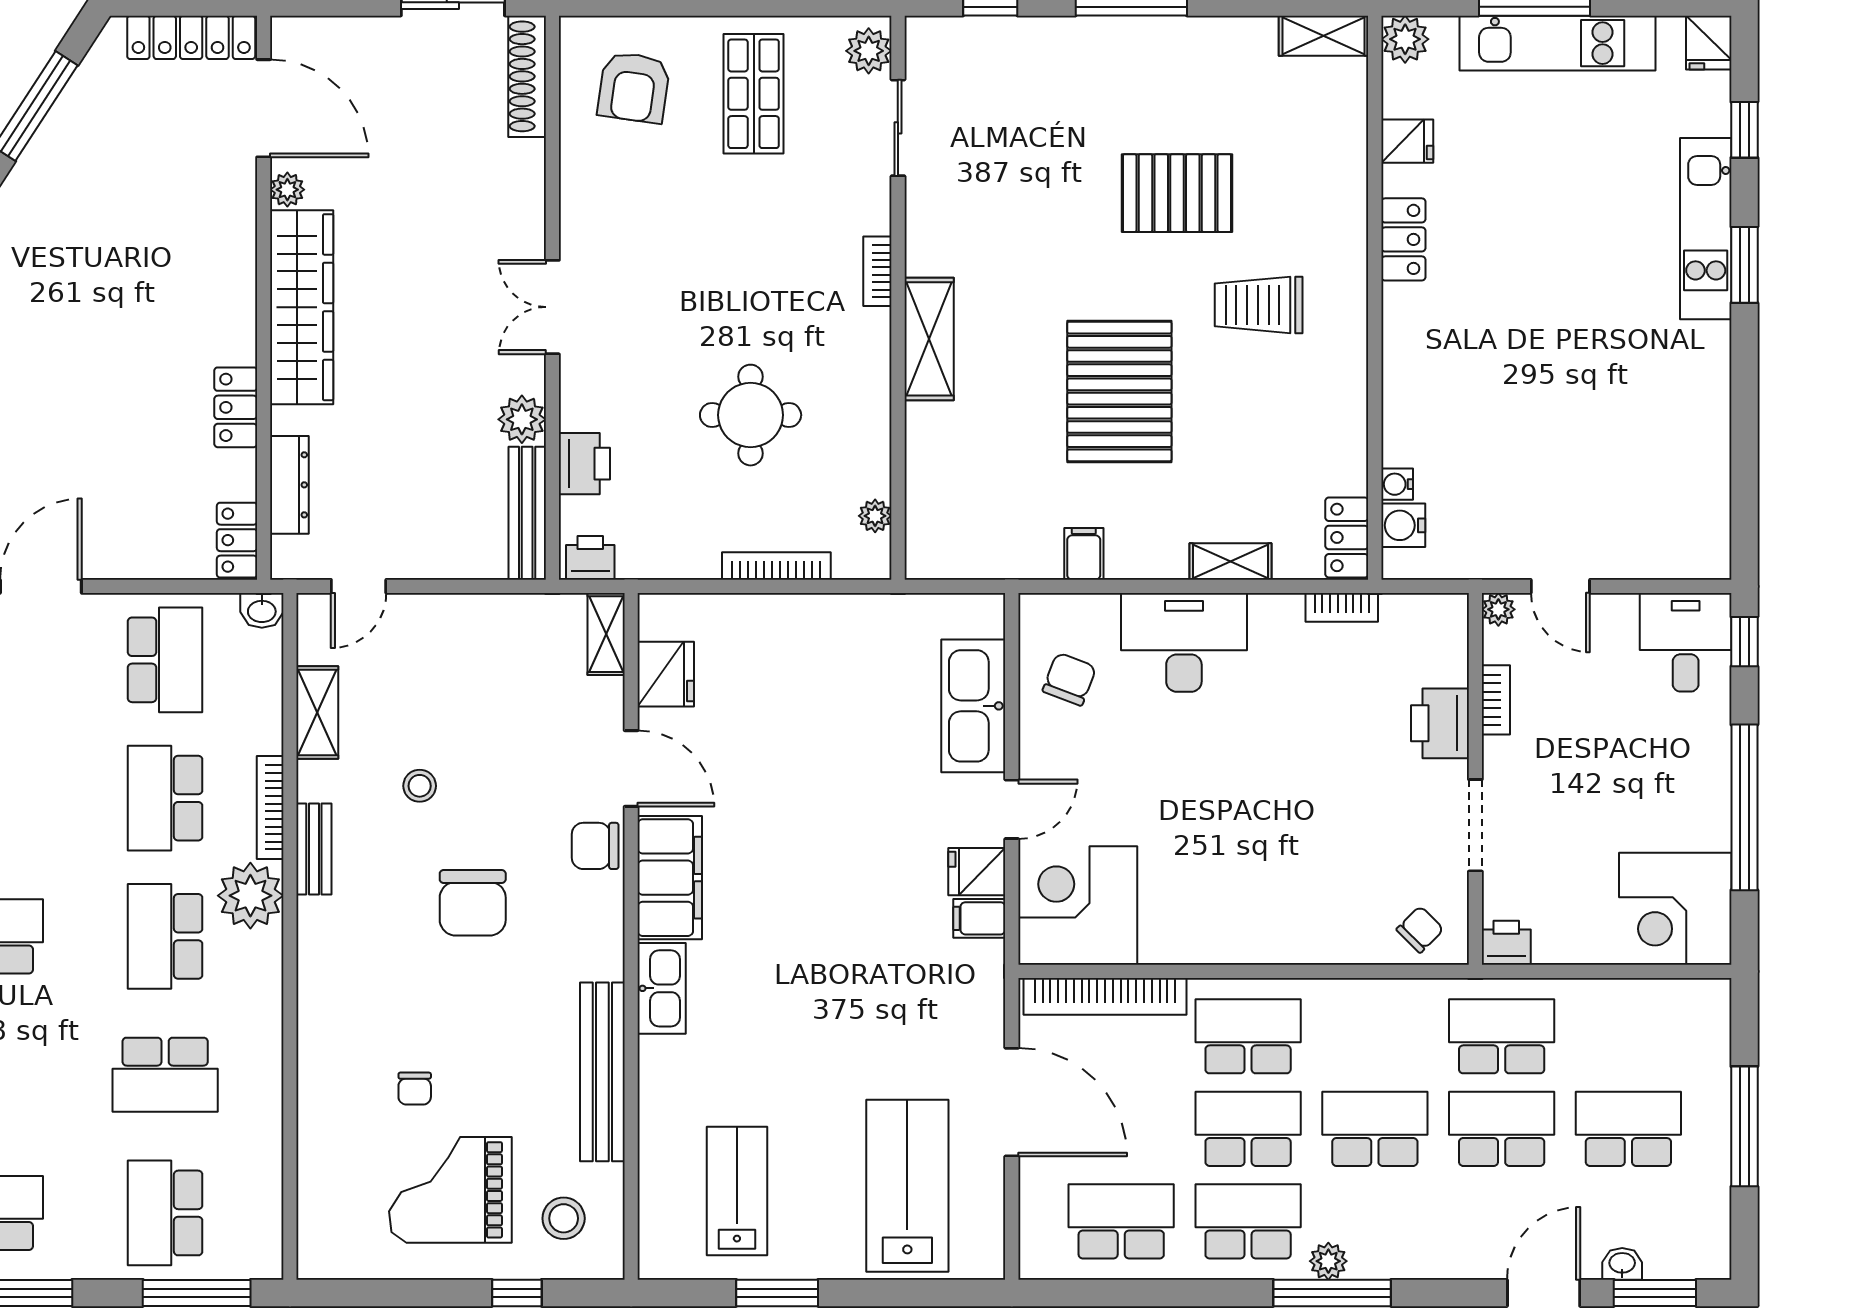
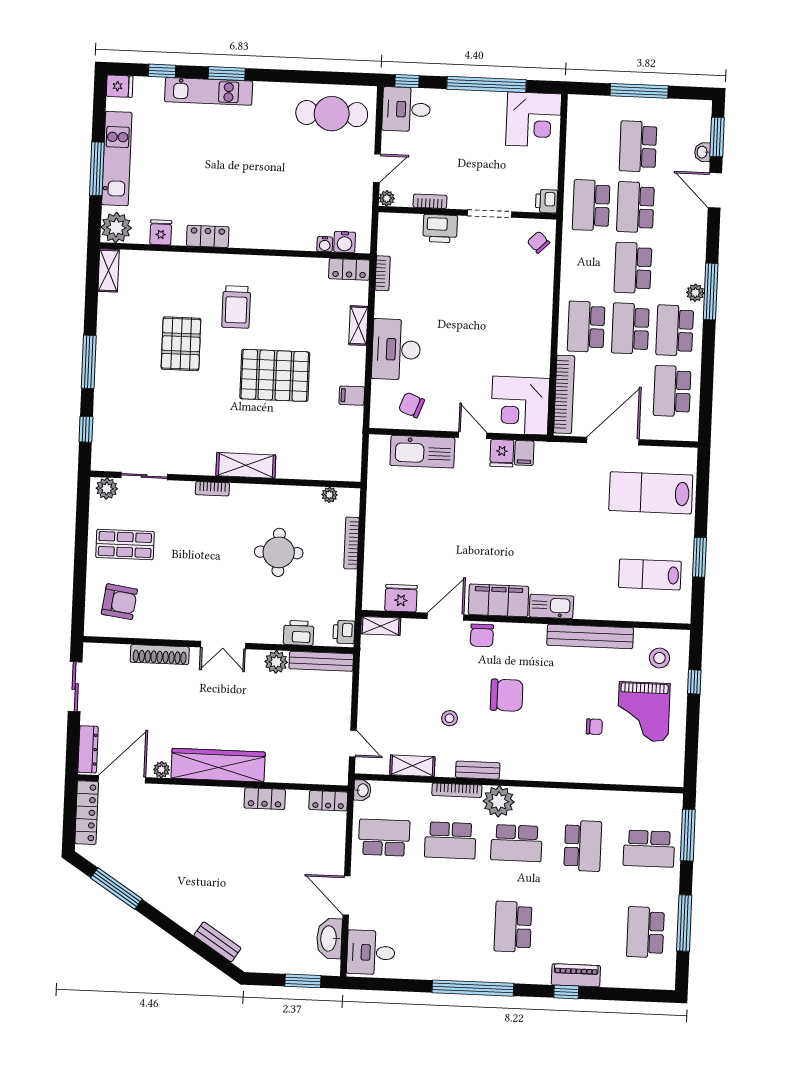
plant: (1405, 39) -> (116, 228), width x1.36, depth x1.36
shoe rack: (527, 76) -> (160, 655), moved
dresser: (289, 485) -> (88, 749), moved, turned 90
cafe table: (1670, 487) -> (332, 114), added

